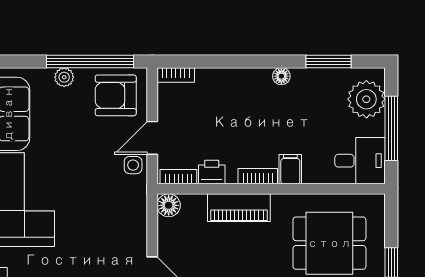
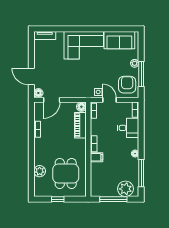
window: (90, 61) -> (141, 74), width x0.68
window: (329, 61) -> (141, 173), width x1.44
desk: (360, 161) -> (128, 128), moved, turned -90
printer: (212, 172) -> (95, 125), removed
piano: (239, 208) -> (80, 125), moved

